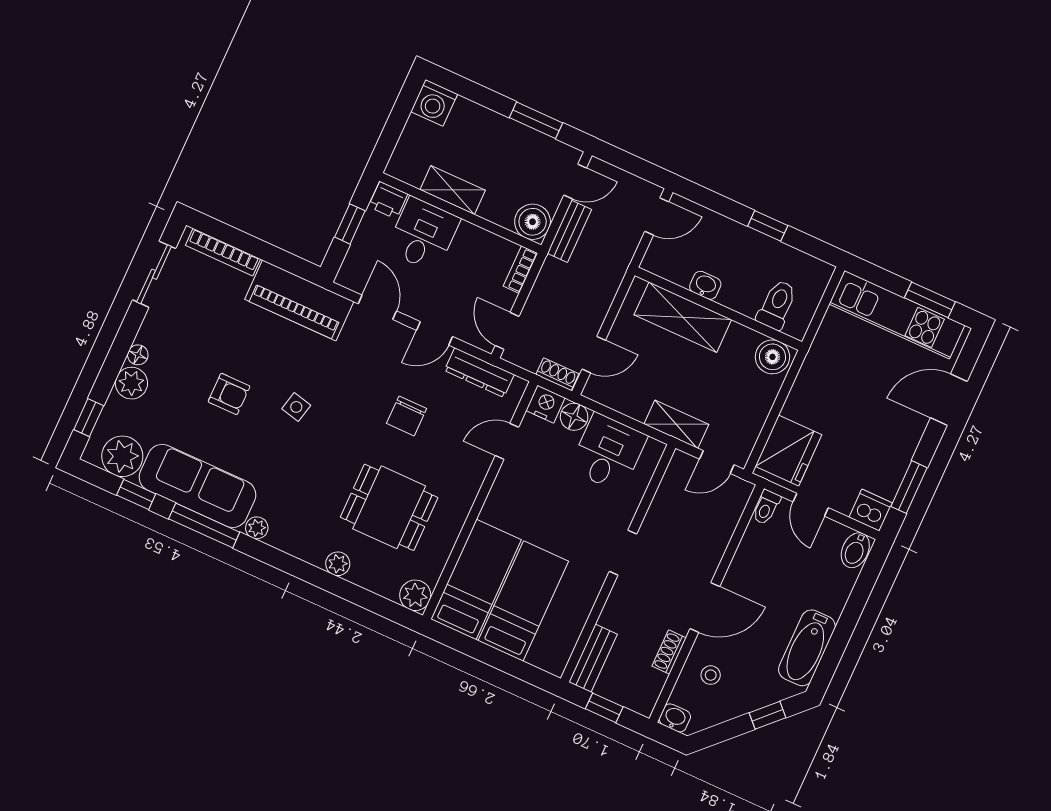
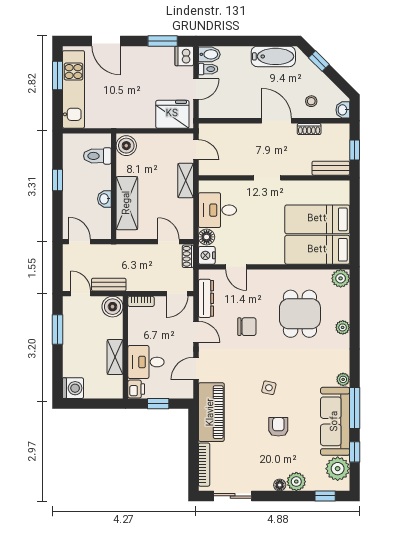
toilet: (766, 507) -> (208, 69), moved

